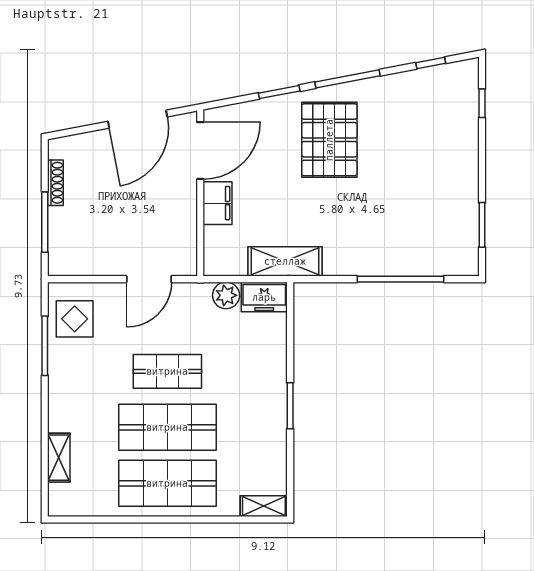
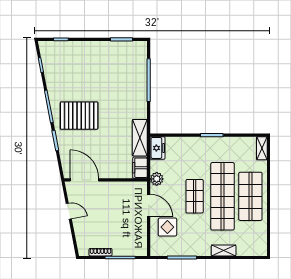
door: (138, 119) -> (69, 211), width x0.53
filing cabinet: (218, 203) -> (140, 168), moved, turned -90
plant: (226, 295) -> (157, 179), moved
display table: (75, 319) -> (167, 227), moved
shop shelf: (167, 427) -> (222, 196), width x1.40
shelving: (59, 458) -> (224, 250), moved

